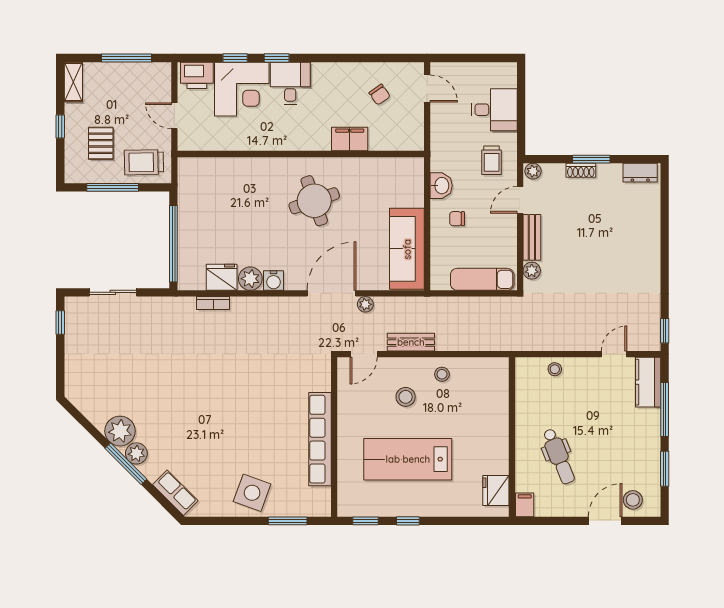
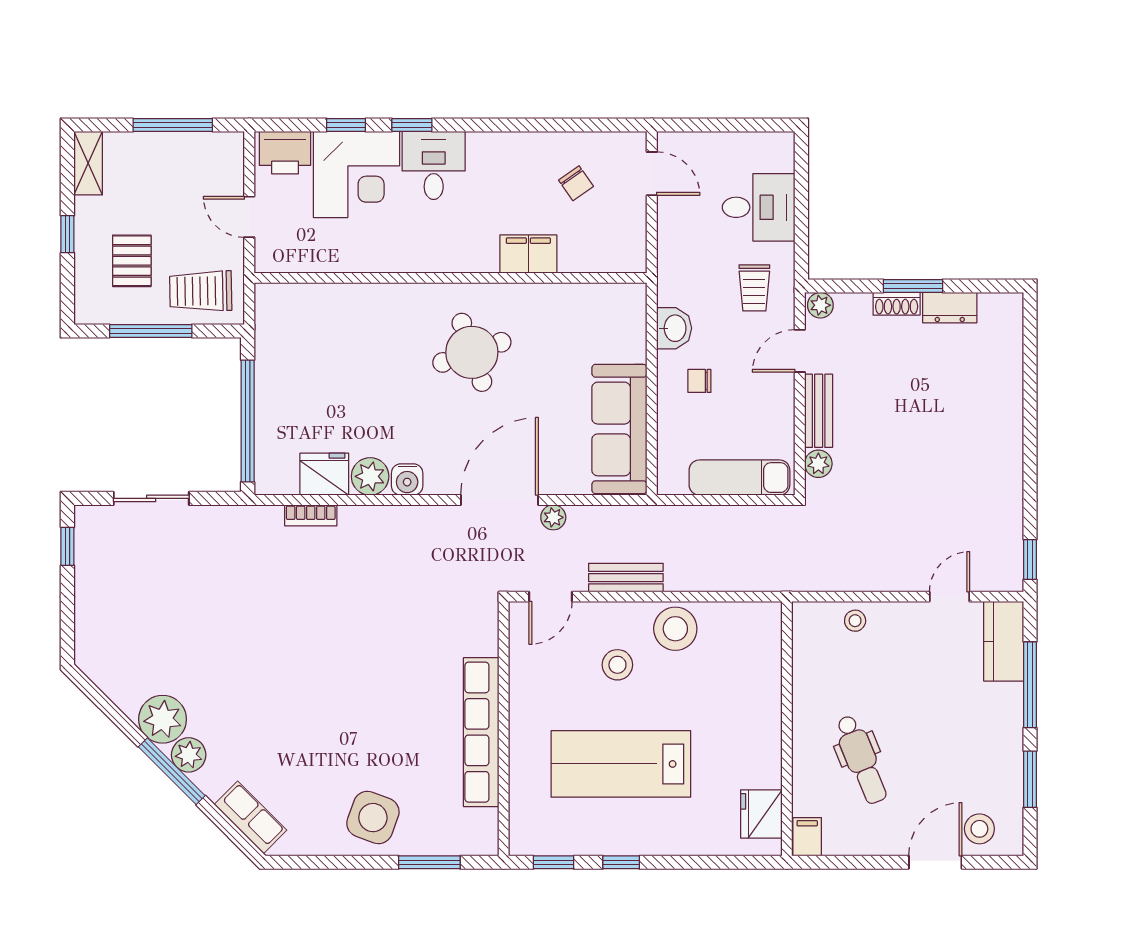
dresser: (640, 173) -> (950, 308), moved
stool: (442, 374) -> (675, 629), width x1.89, depth x1.89

